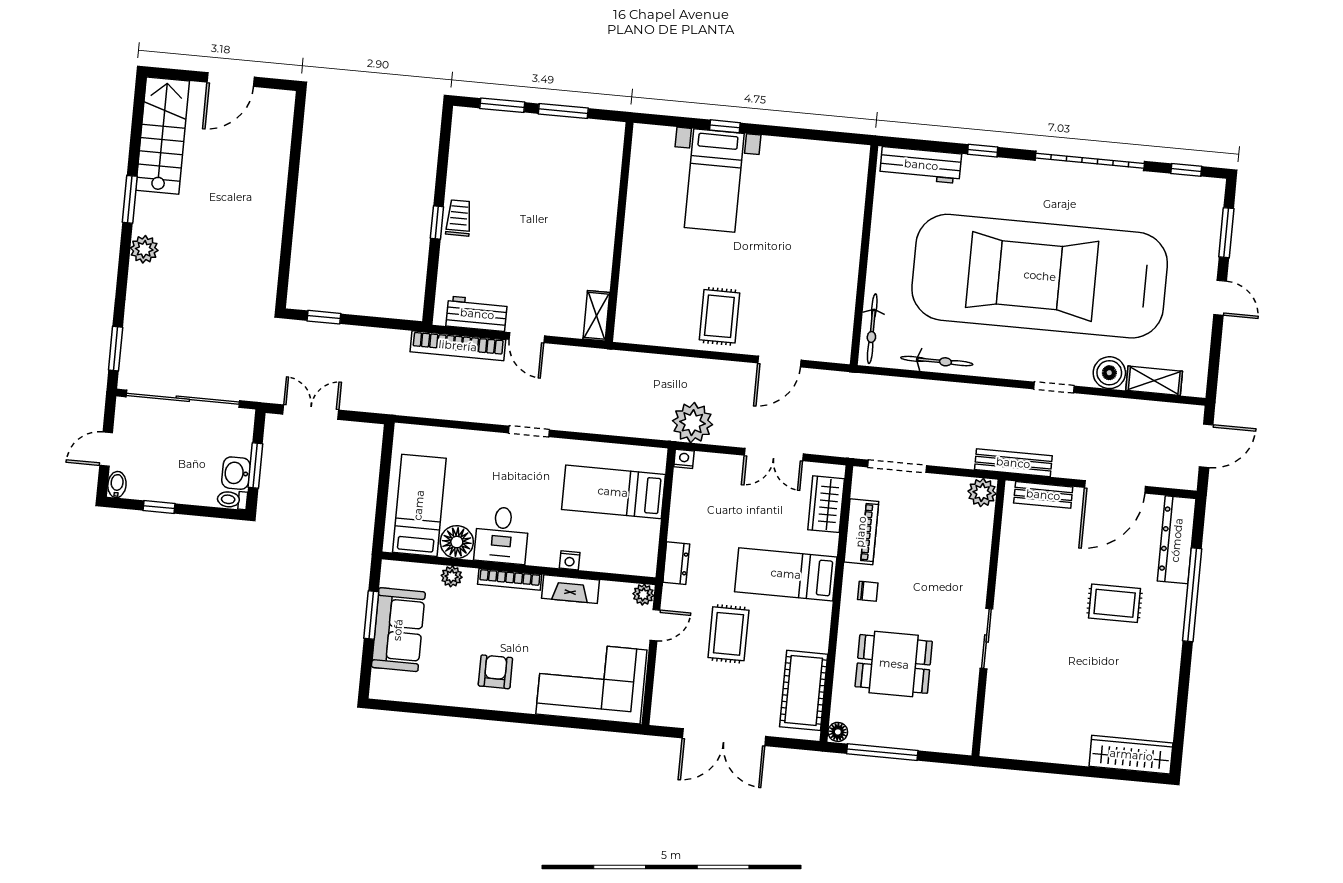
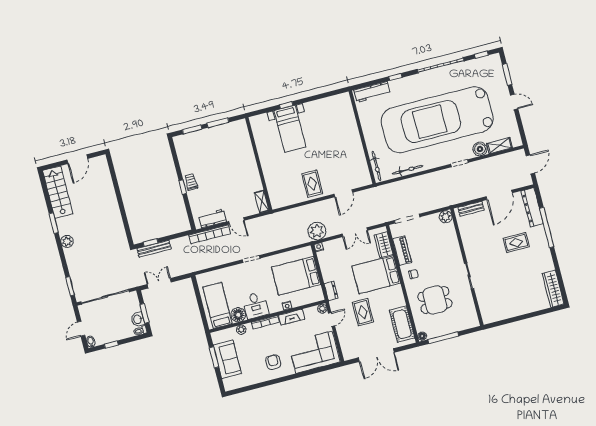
bench: (1013, 463) -> (154, 249), moved
bed: (613, 492) -> (296, 276), width x1.50
bed: (786, 574) -> (376, 275), width x1.50
wardrobe: (1131, 755) -> (553, 289), moved, turned -90

